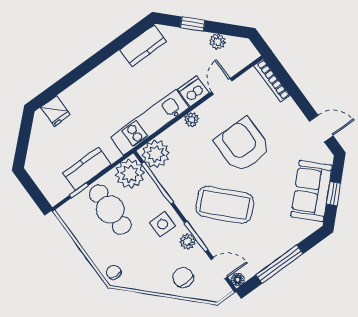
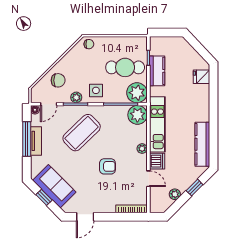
kitchen counter: (143, 46) -> (202, 144), width x1.50
armchair: (242, 145) -> (107, 166), width x0.53, depth x0.53
tv unit: (274, 252) -> (36, 141), added

